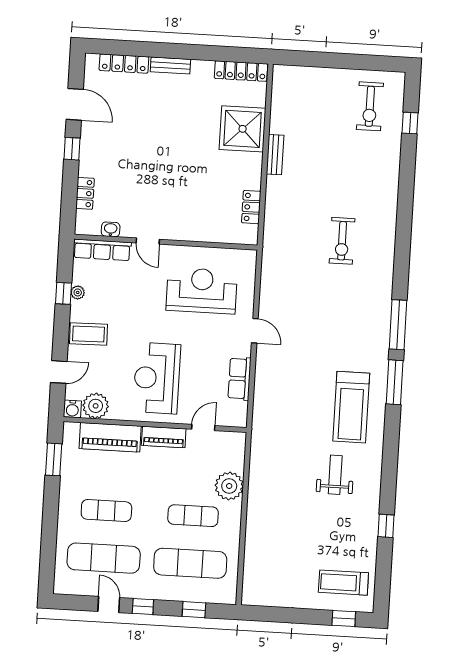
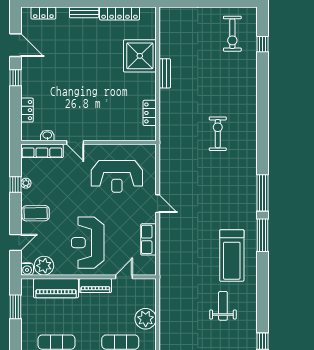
locker: (124, 64) -> (43, 13), width x0.66
locker: (241, 71) -> (119, 13), moved
exercise bike: (342, 241) -> (218, 134), turned 180
reception desk: (202, 291) -> (117, 176), turned 180

